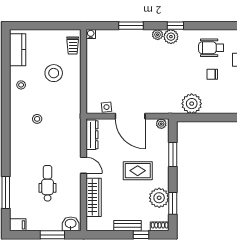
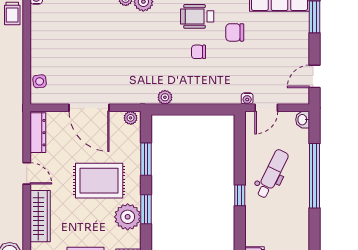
plant: (192, 104) -> (165, 97), width x0.53, depth x0.53
side table: (107, 107) -> (40, 81), moved
rug: (138, 171) -> (99, 181), width x1.36, depth x1.43
window: (173, 203) -> (146, 209), moved

